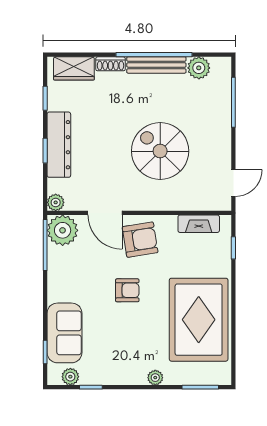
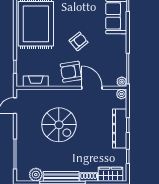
plant: (63, 230) -> (122, 82), width x0.53, depth x0.53
armchair: (127, 290) -> (79, 41), turned 141

